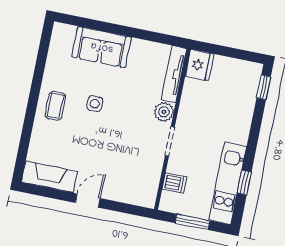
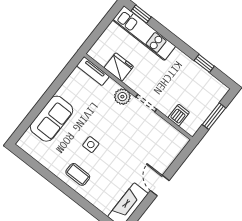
fridge: (199, 65) -> (119, 67), moved
tv unit: (174, 74) -> (93, 71), width x0.71
kitchen unit: (228, 183) -> (144, 33), moved

